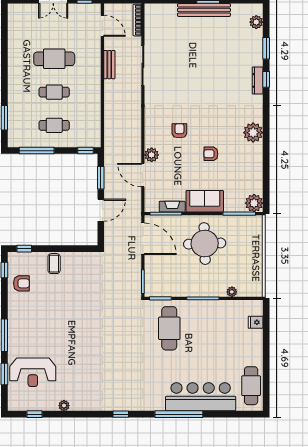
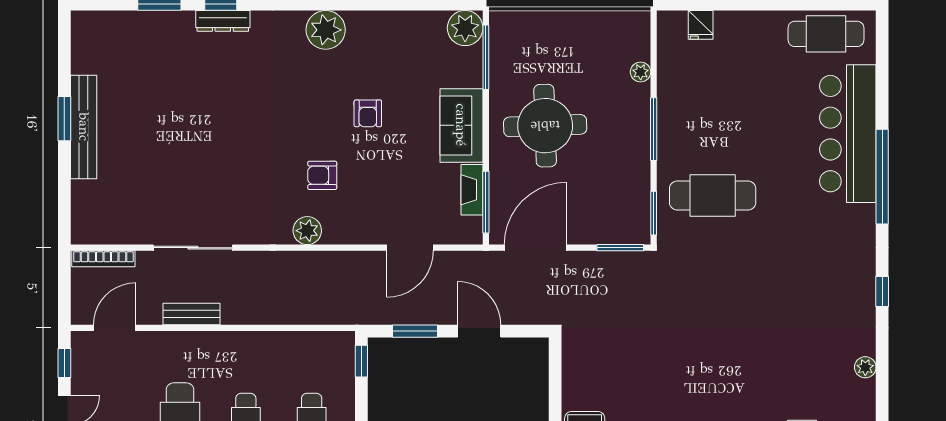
plant: (256, 22) -> (107, 24), removed
plant: (152, 155) -> (307, 231), moved
plant: (64, 406) -> (865, 367), moved

